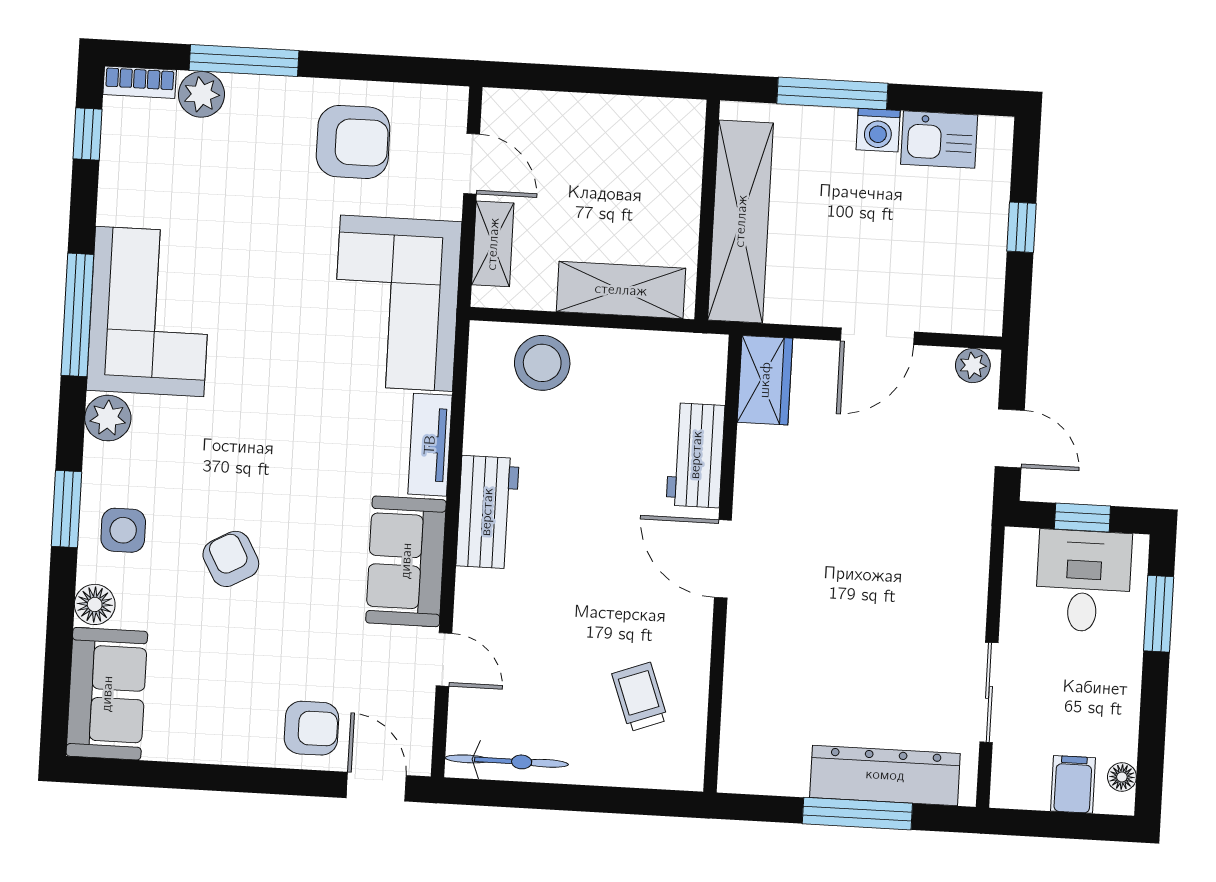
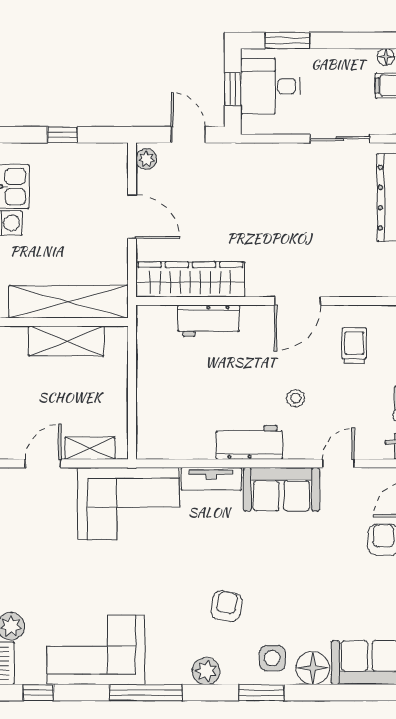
armchair: (353, 142) -> (34, 535), removed
shelving: (621, 290) -> (66, 341), moved, turned 90
corner sofa: (150, 311) -> (96, 650), moved
stool: (542, 363) -> (296, 398), moved, width x0.53, depth x0.53
wardrobe: (765, 380) -> (190, 279), width x2.10, depth x1.17
door: (1010, 438) -> (188, 135), hinge flipped
armchair: (231, 559) -> (226, 606), moved, turned 129
door: (723, 559) -> (298, 301), moved
floor lamp: (95, 604) -> (313, 668), width x1.38, depth x1.38
trolley: (640, 697) -> (354, 346), turned 110

